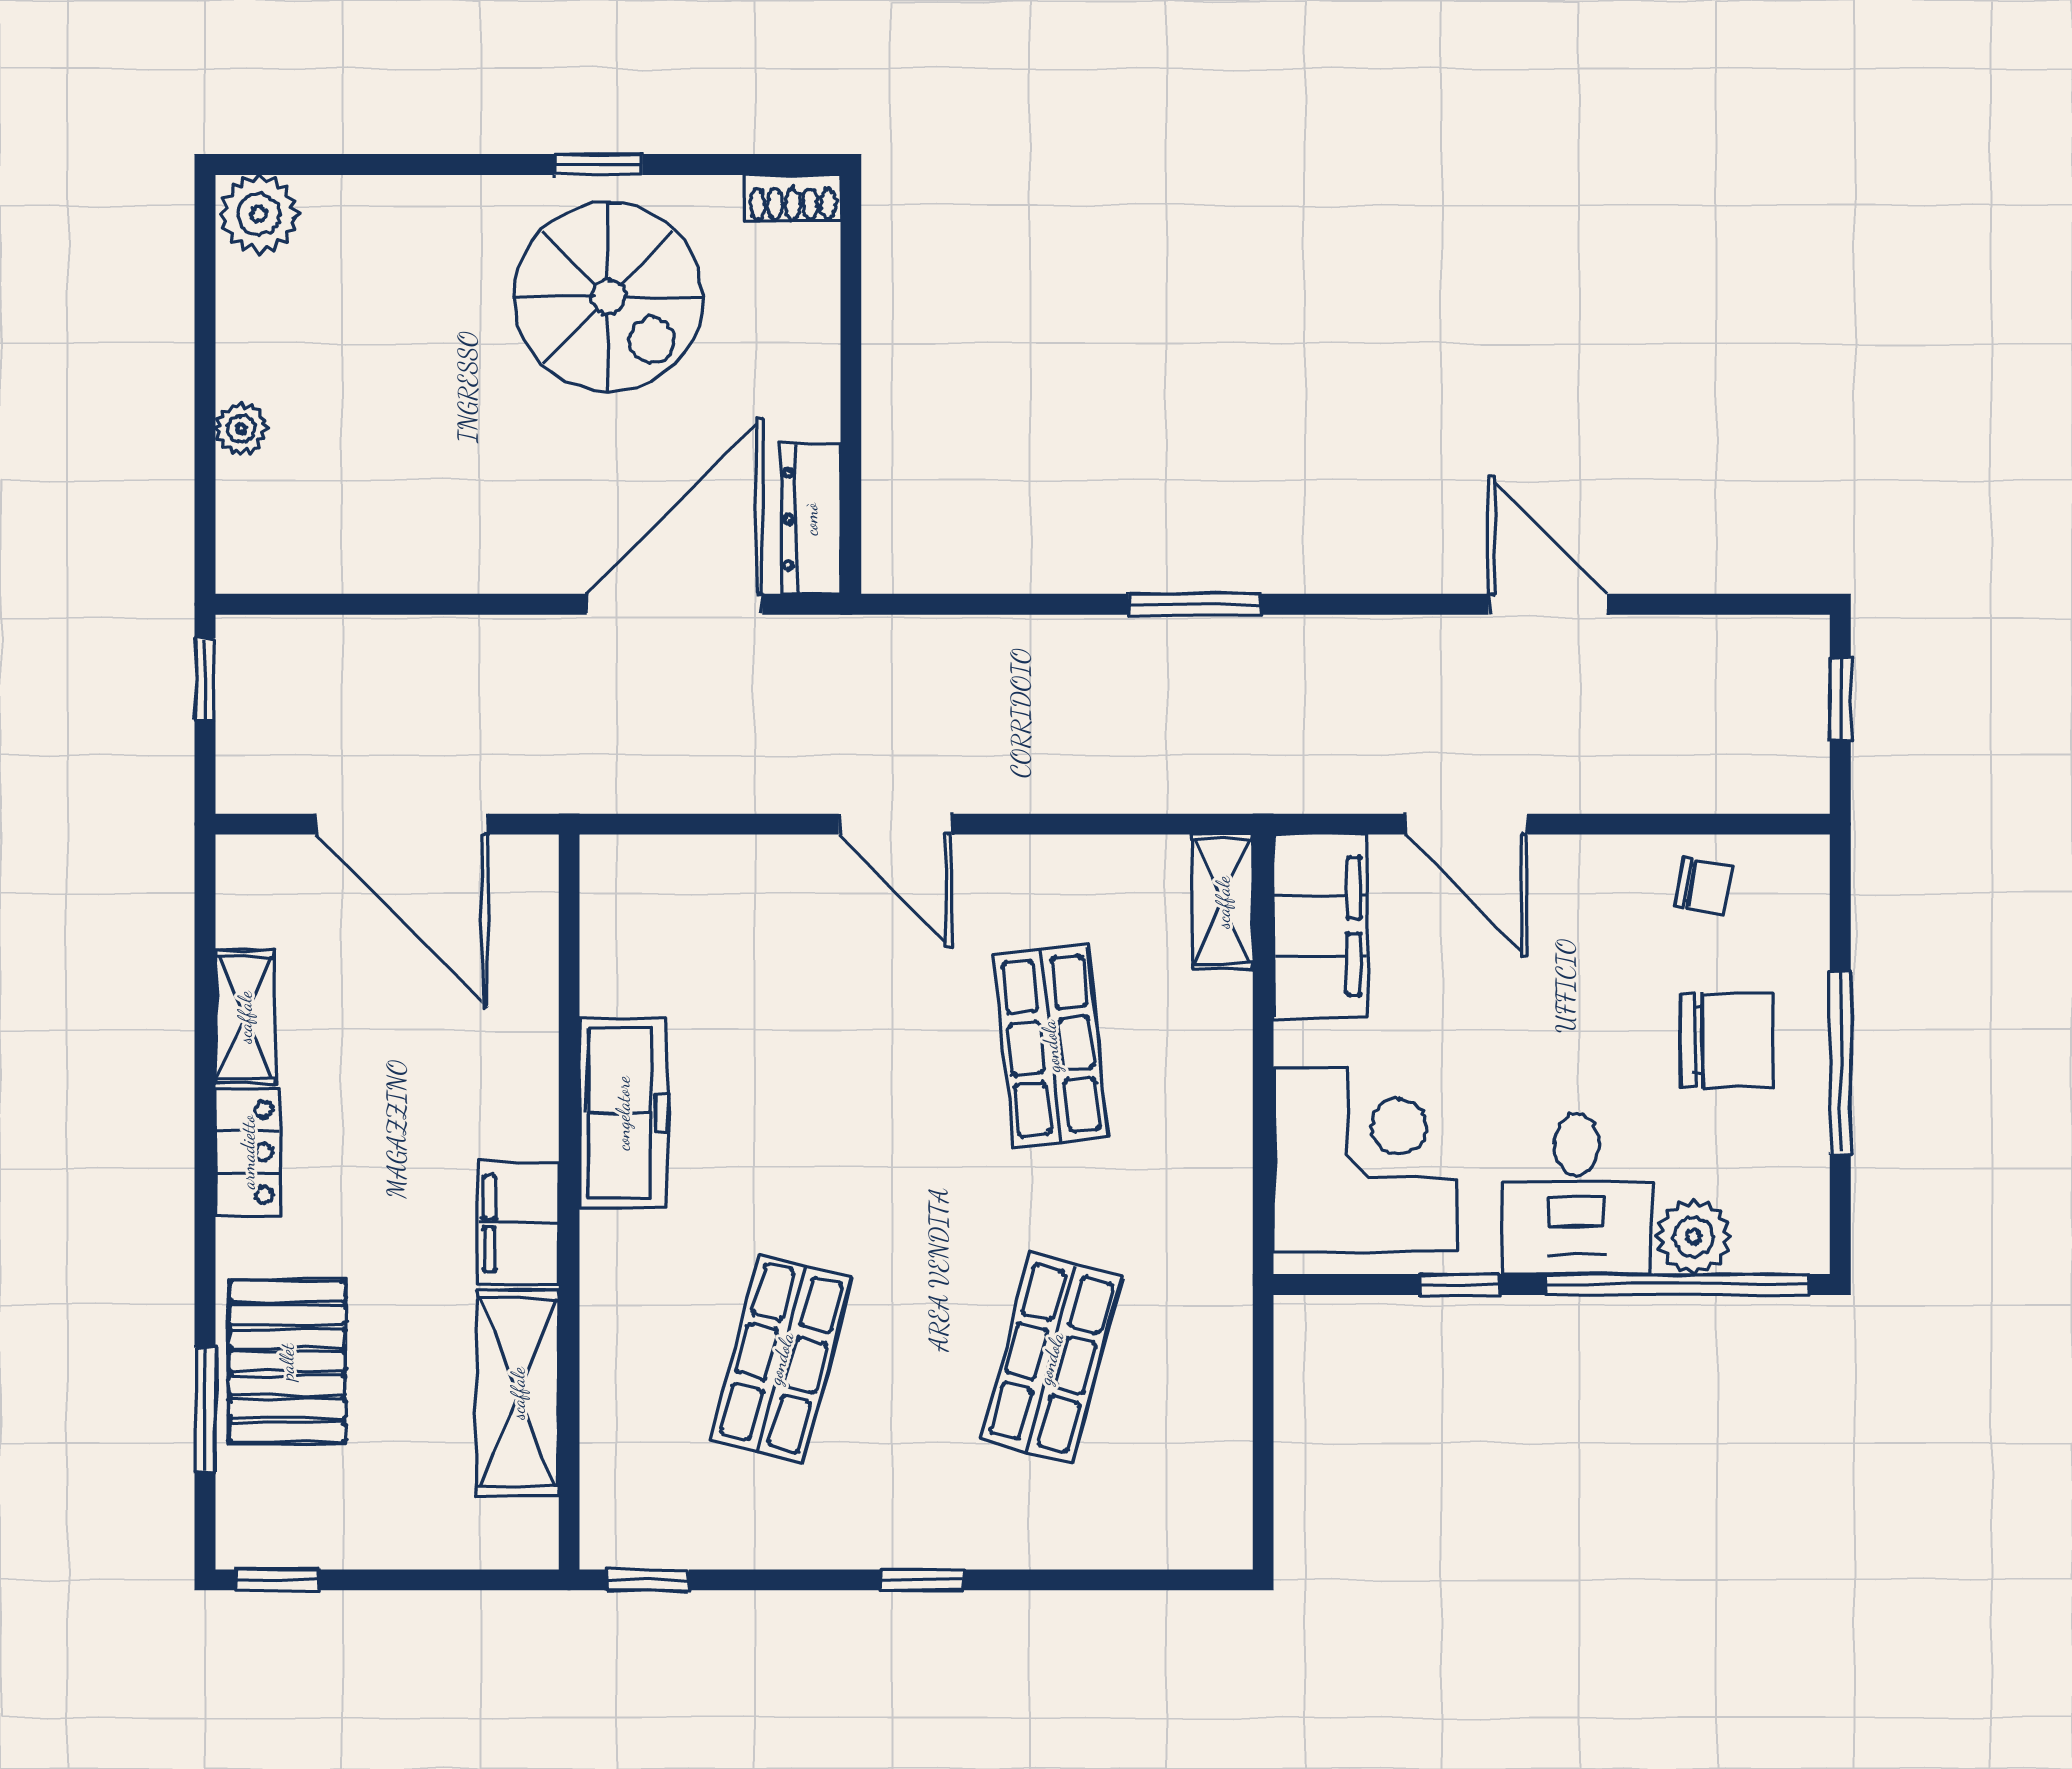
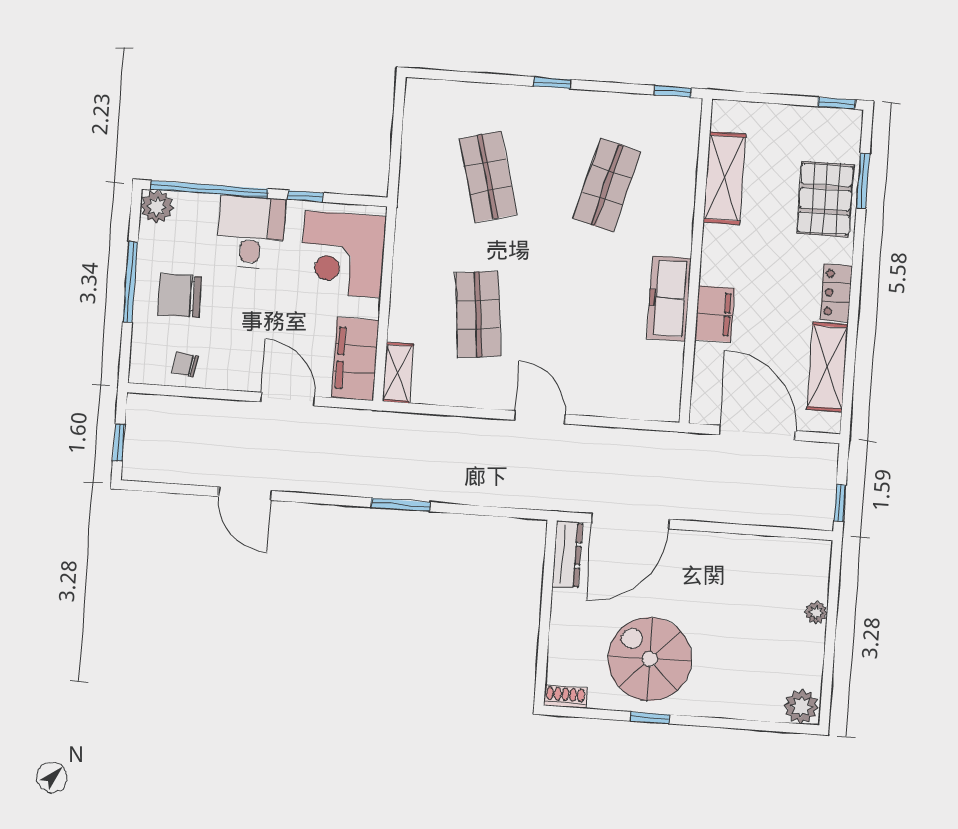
shelving: (245, 1017) -> (827, 367), width x1.50, depth x1.33
filing cabinet: (518, 1223) -> (715, 314), moved
plant: (1693, 1237) -> (157, 207), moved
shop shelf: (1051, 1358) -> (488, 177), turned -30

